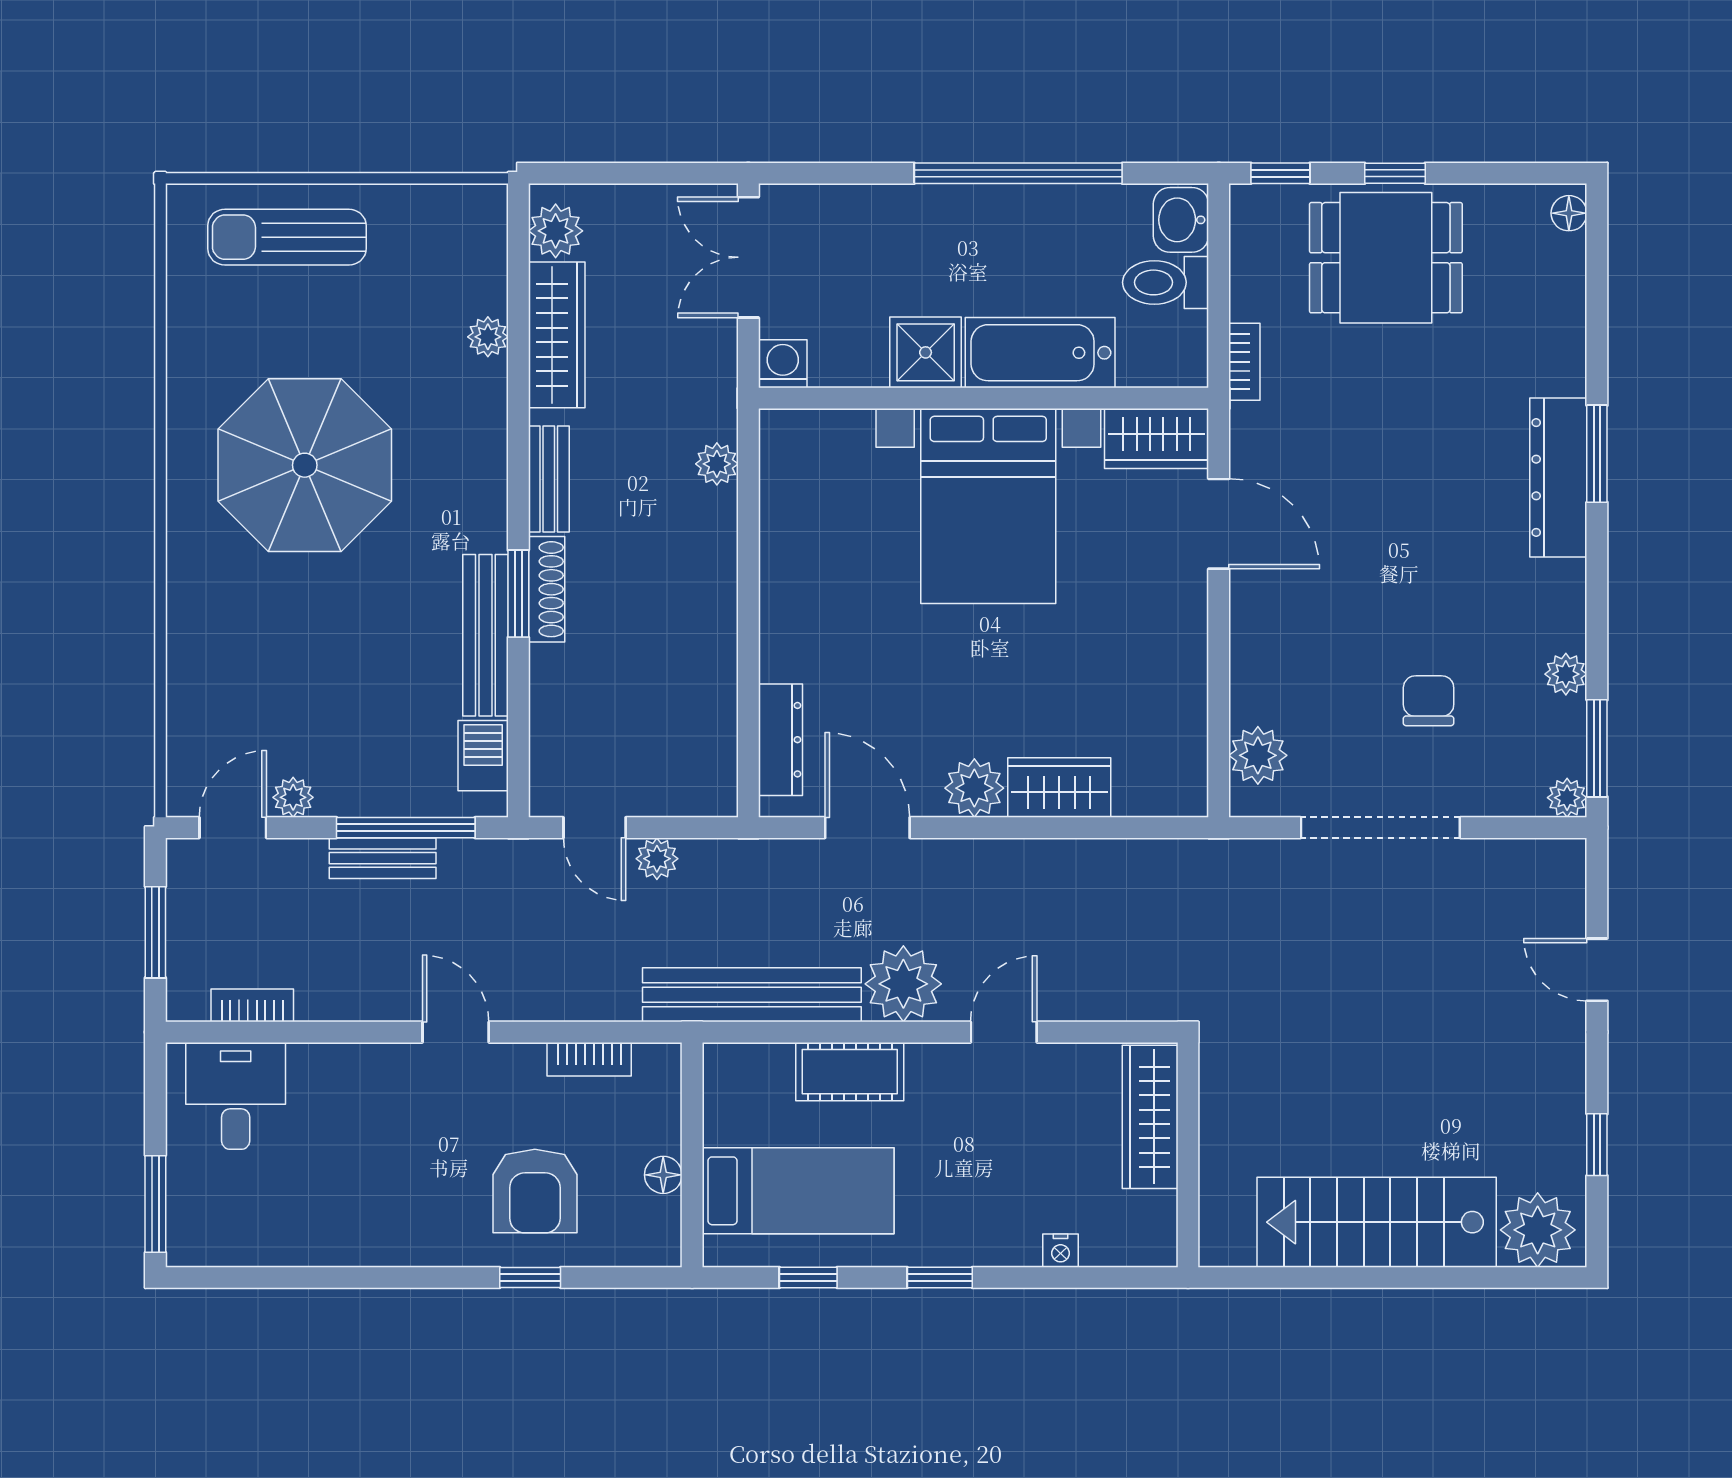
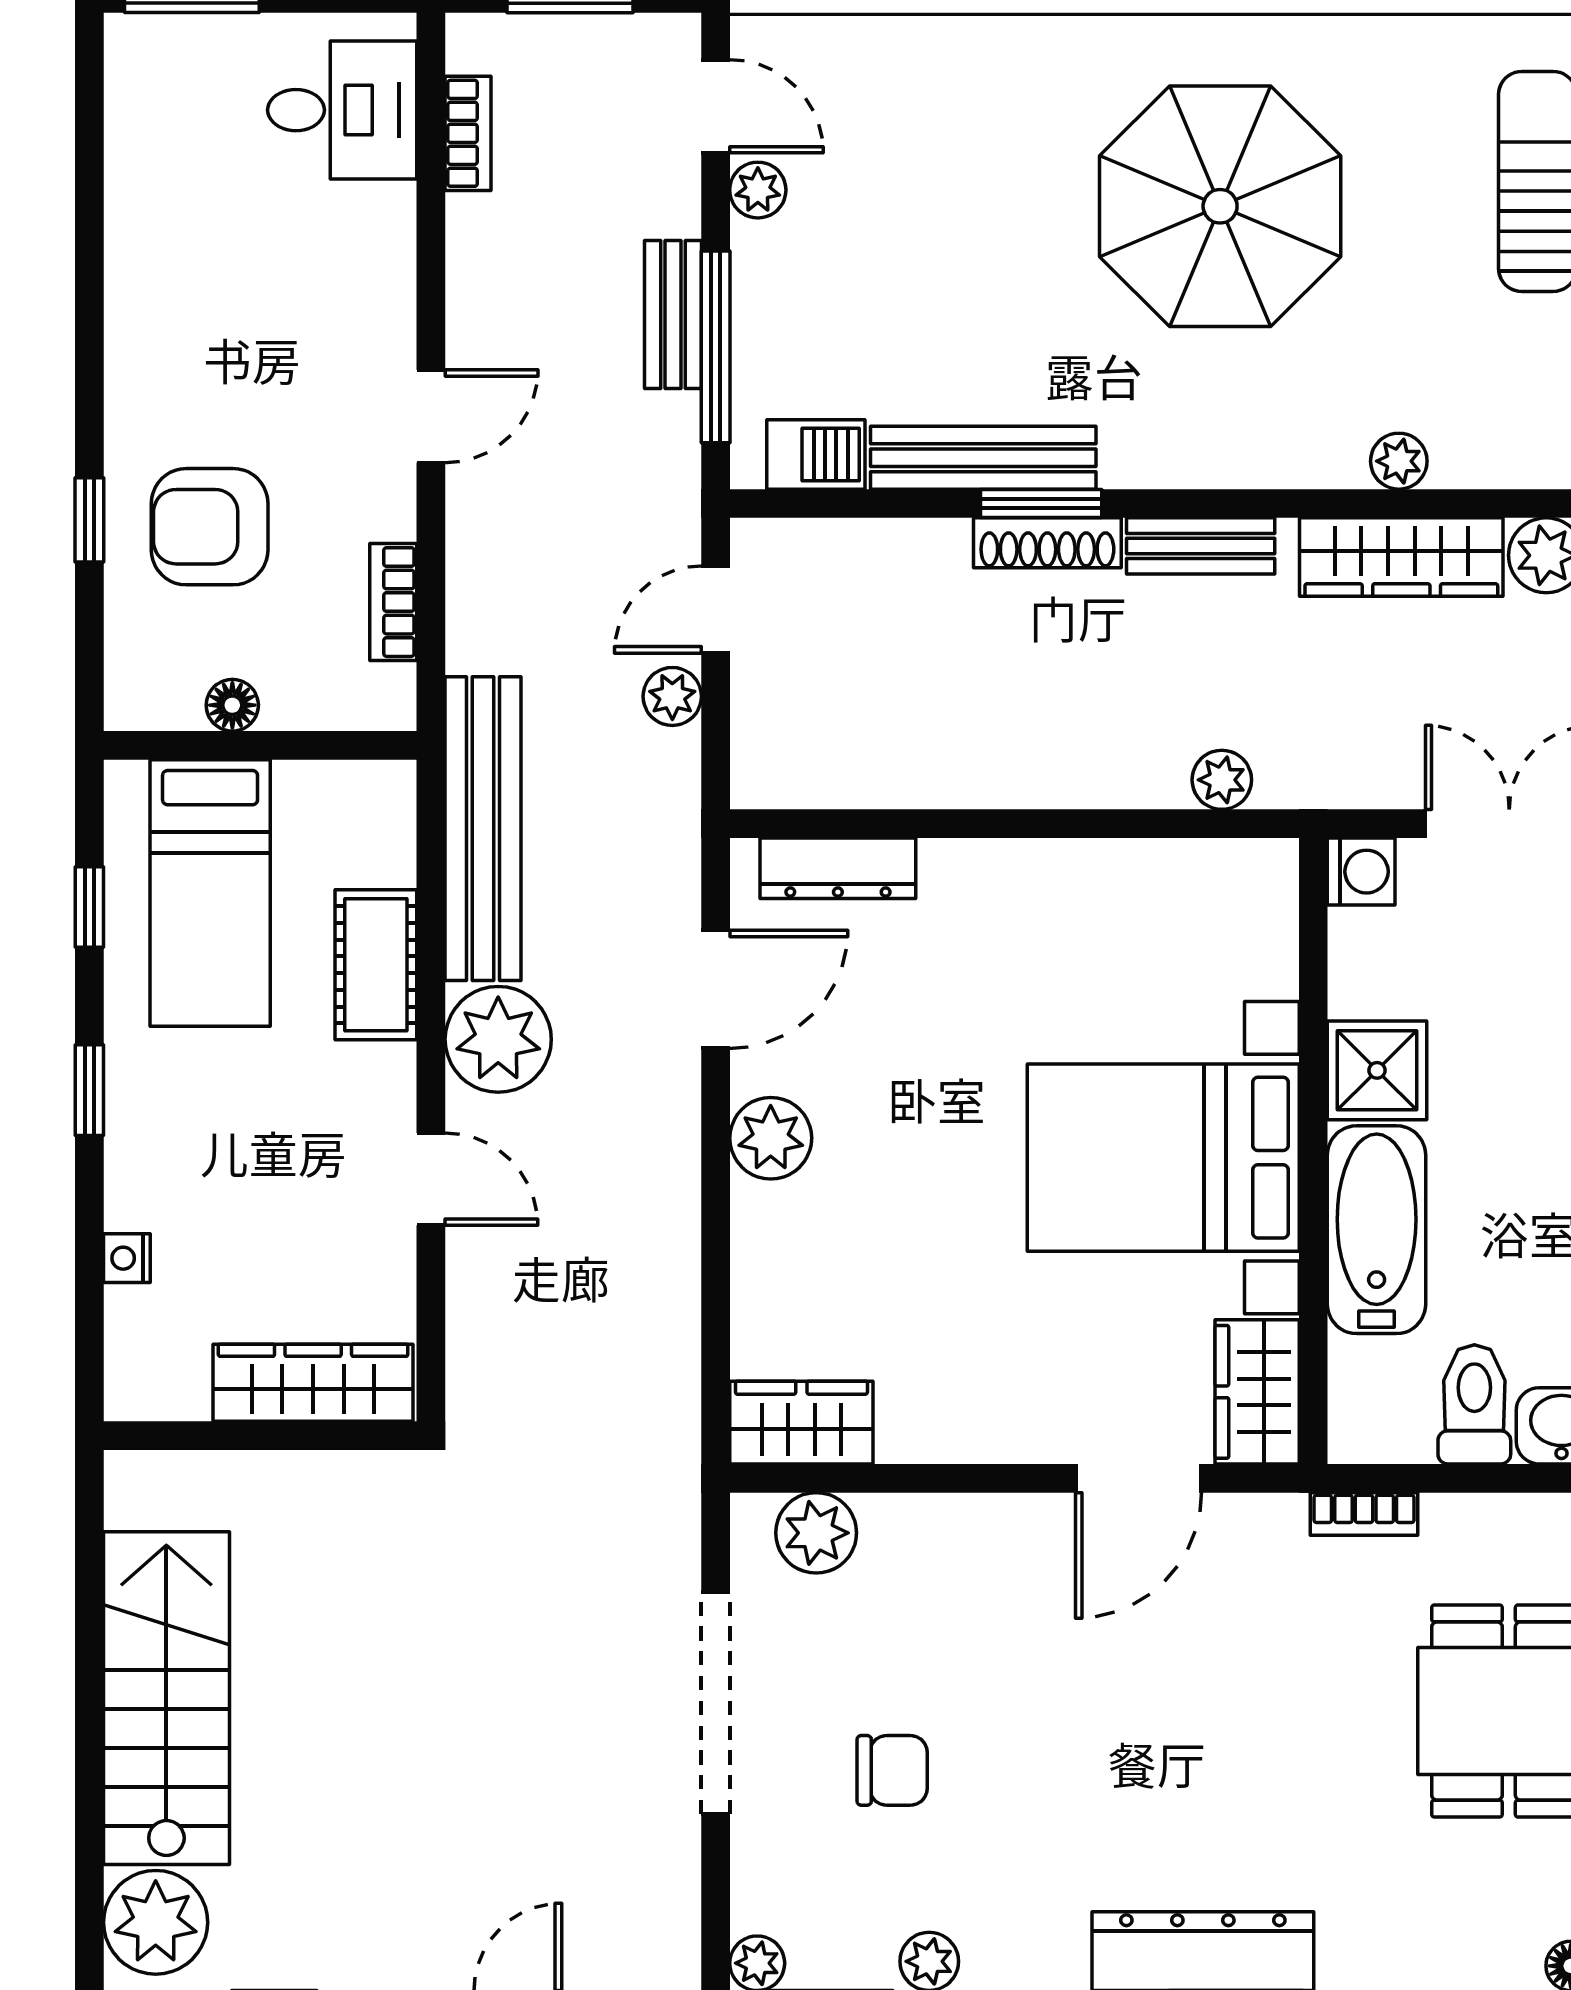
wardrobe: (1059, 788) -> (801, 1423), moved, turned -90

